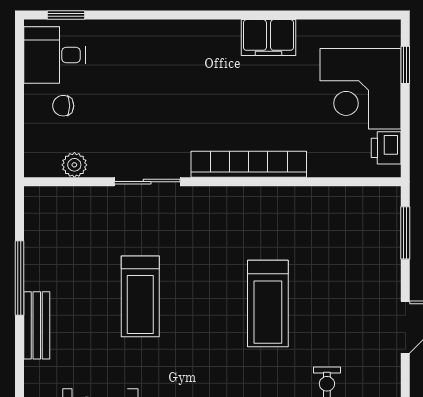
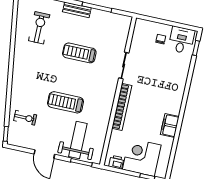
plant: (74, 165) -> (137, 38), removed
weight bench: (353, 253) -> (78, 140), added

